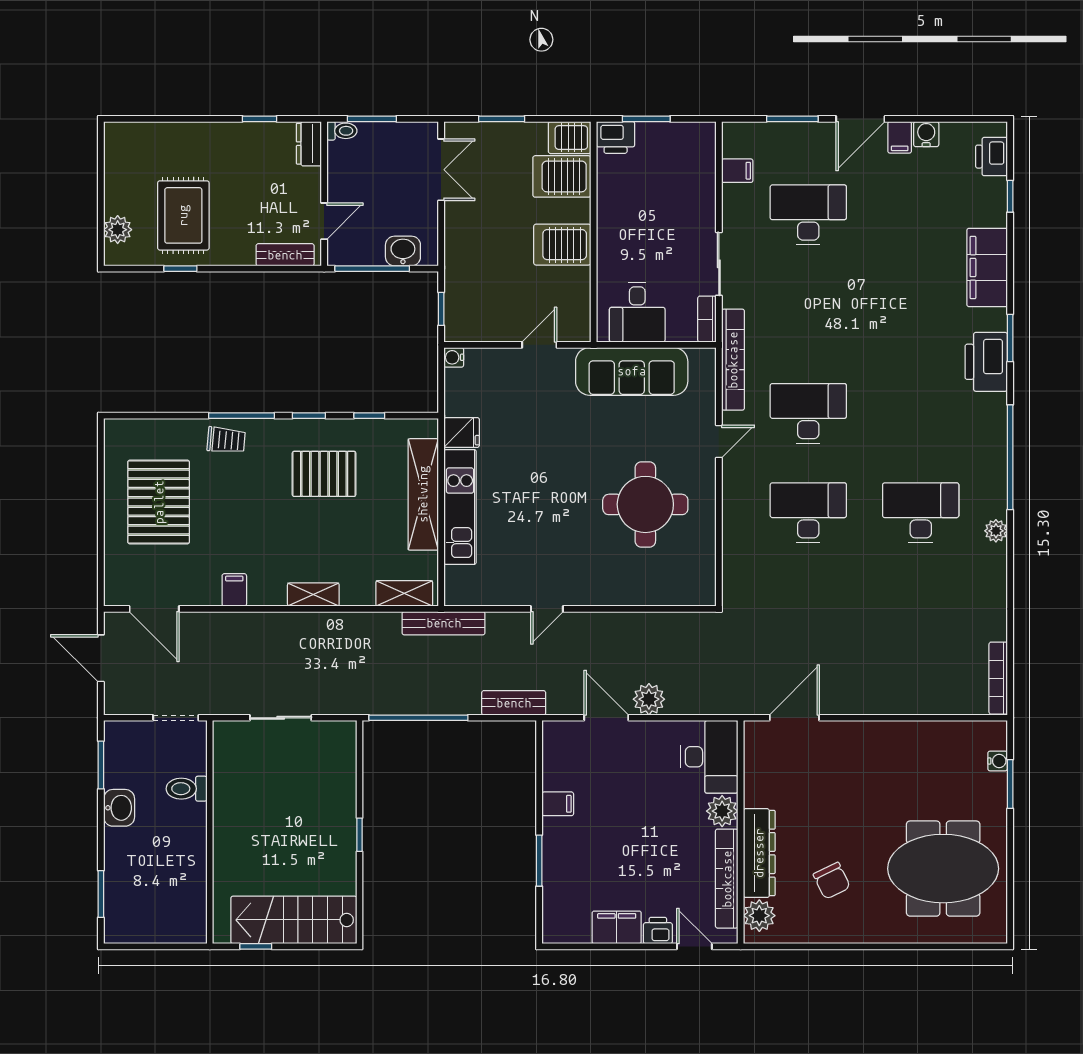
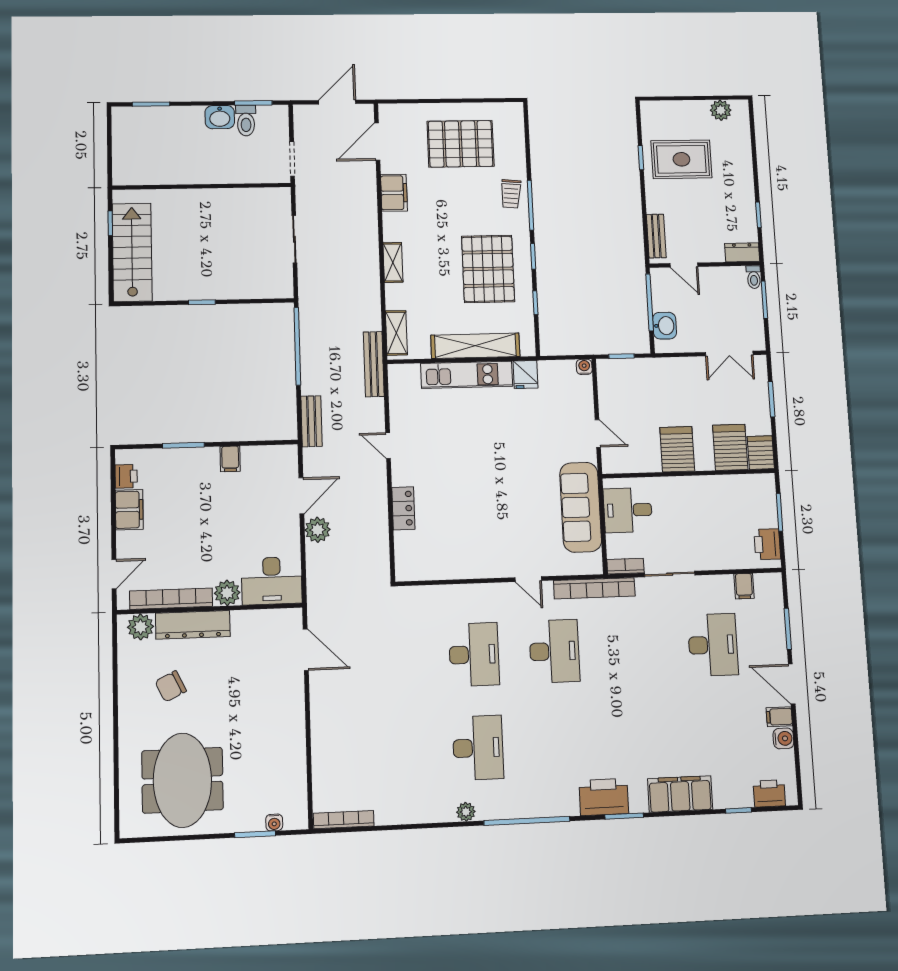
printer: (616, 137) -> (767, 544), moved
plant: (118, 230) -> (721, 110), moved
pallet: (324, 474) -> (488, 269), width x1.37, depth x1.41
round table: (645, 504) -> (475, 522), removed
filing cabinet: (234, 590) -> (394, 193), width x2.00
locker: (626, 593) -> (403, 508), added
toilet: (187, 789) -> (246, 120), moved, turned 180
printer: (658, 931) -> (126, 476), moved

